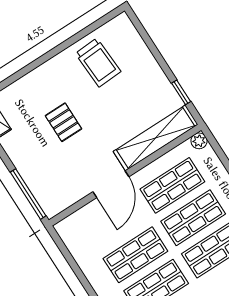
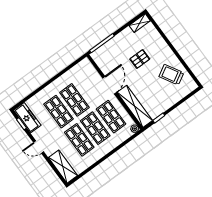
trolley: (98, 62) -> (171, 75), turned 63
door: (111, 184) -> (110, 85), swing flipped

